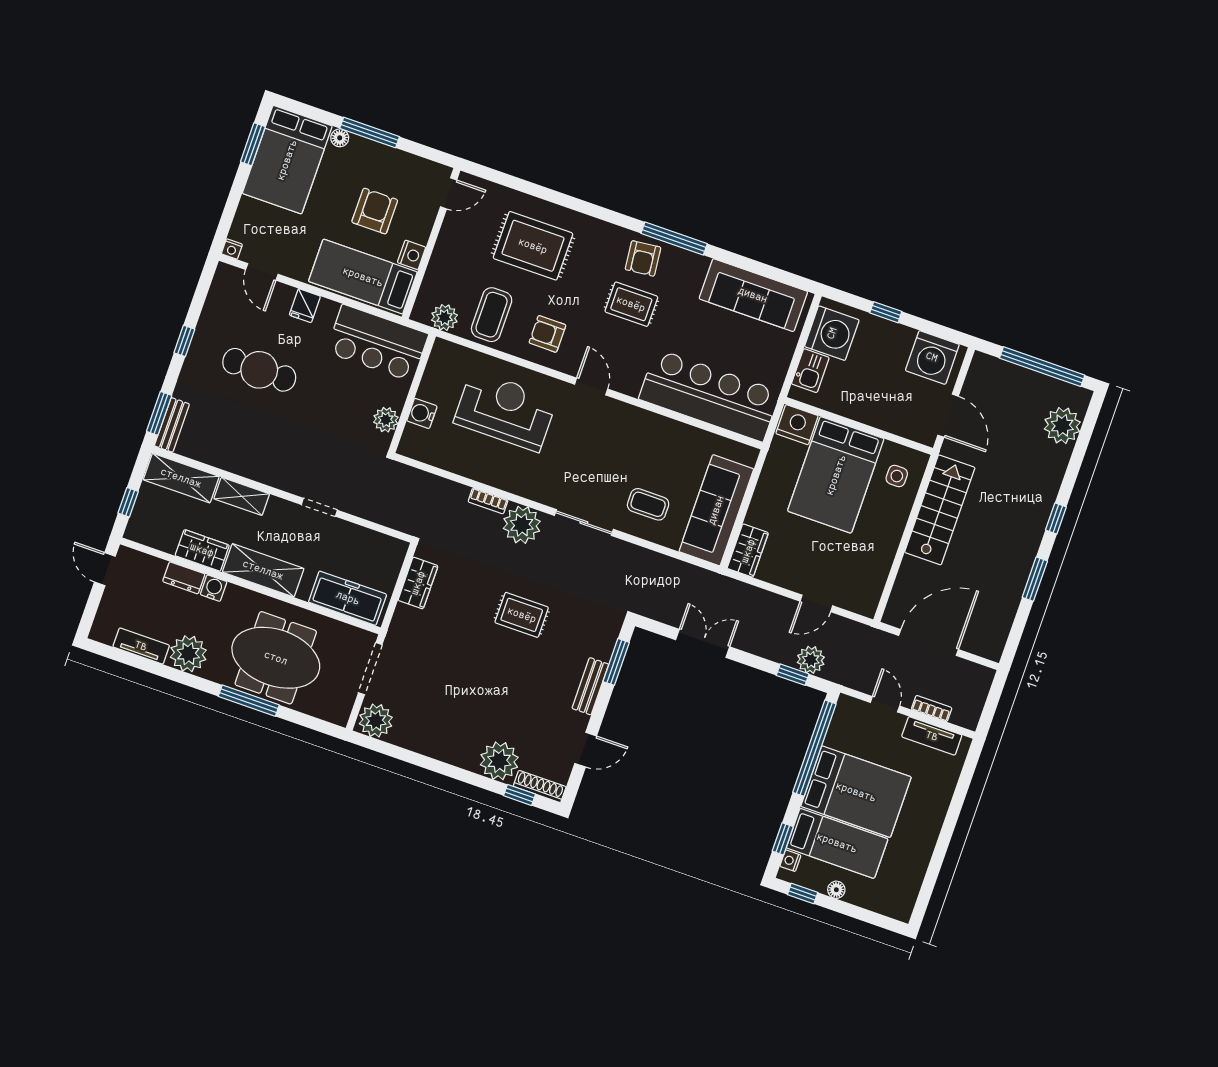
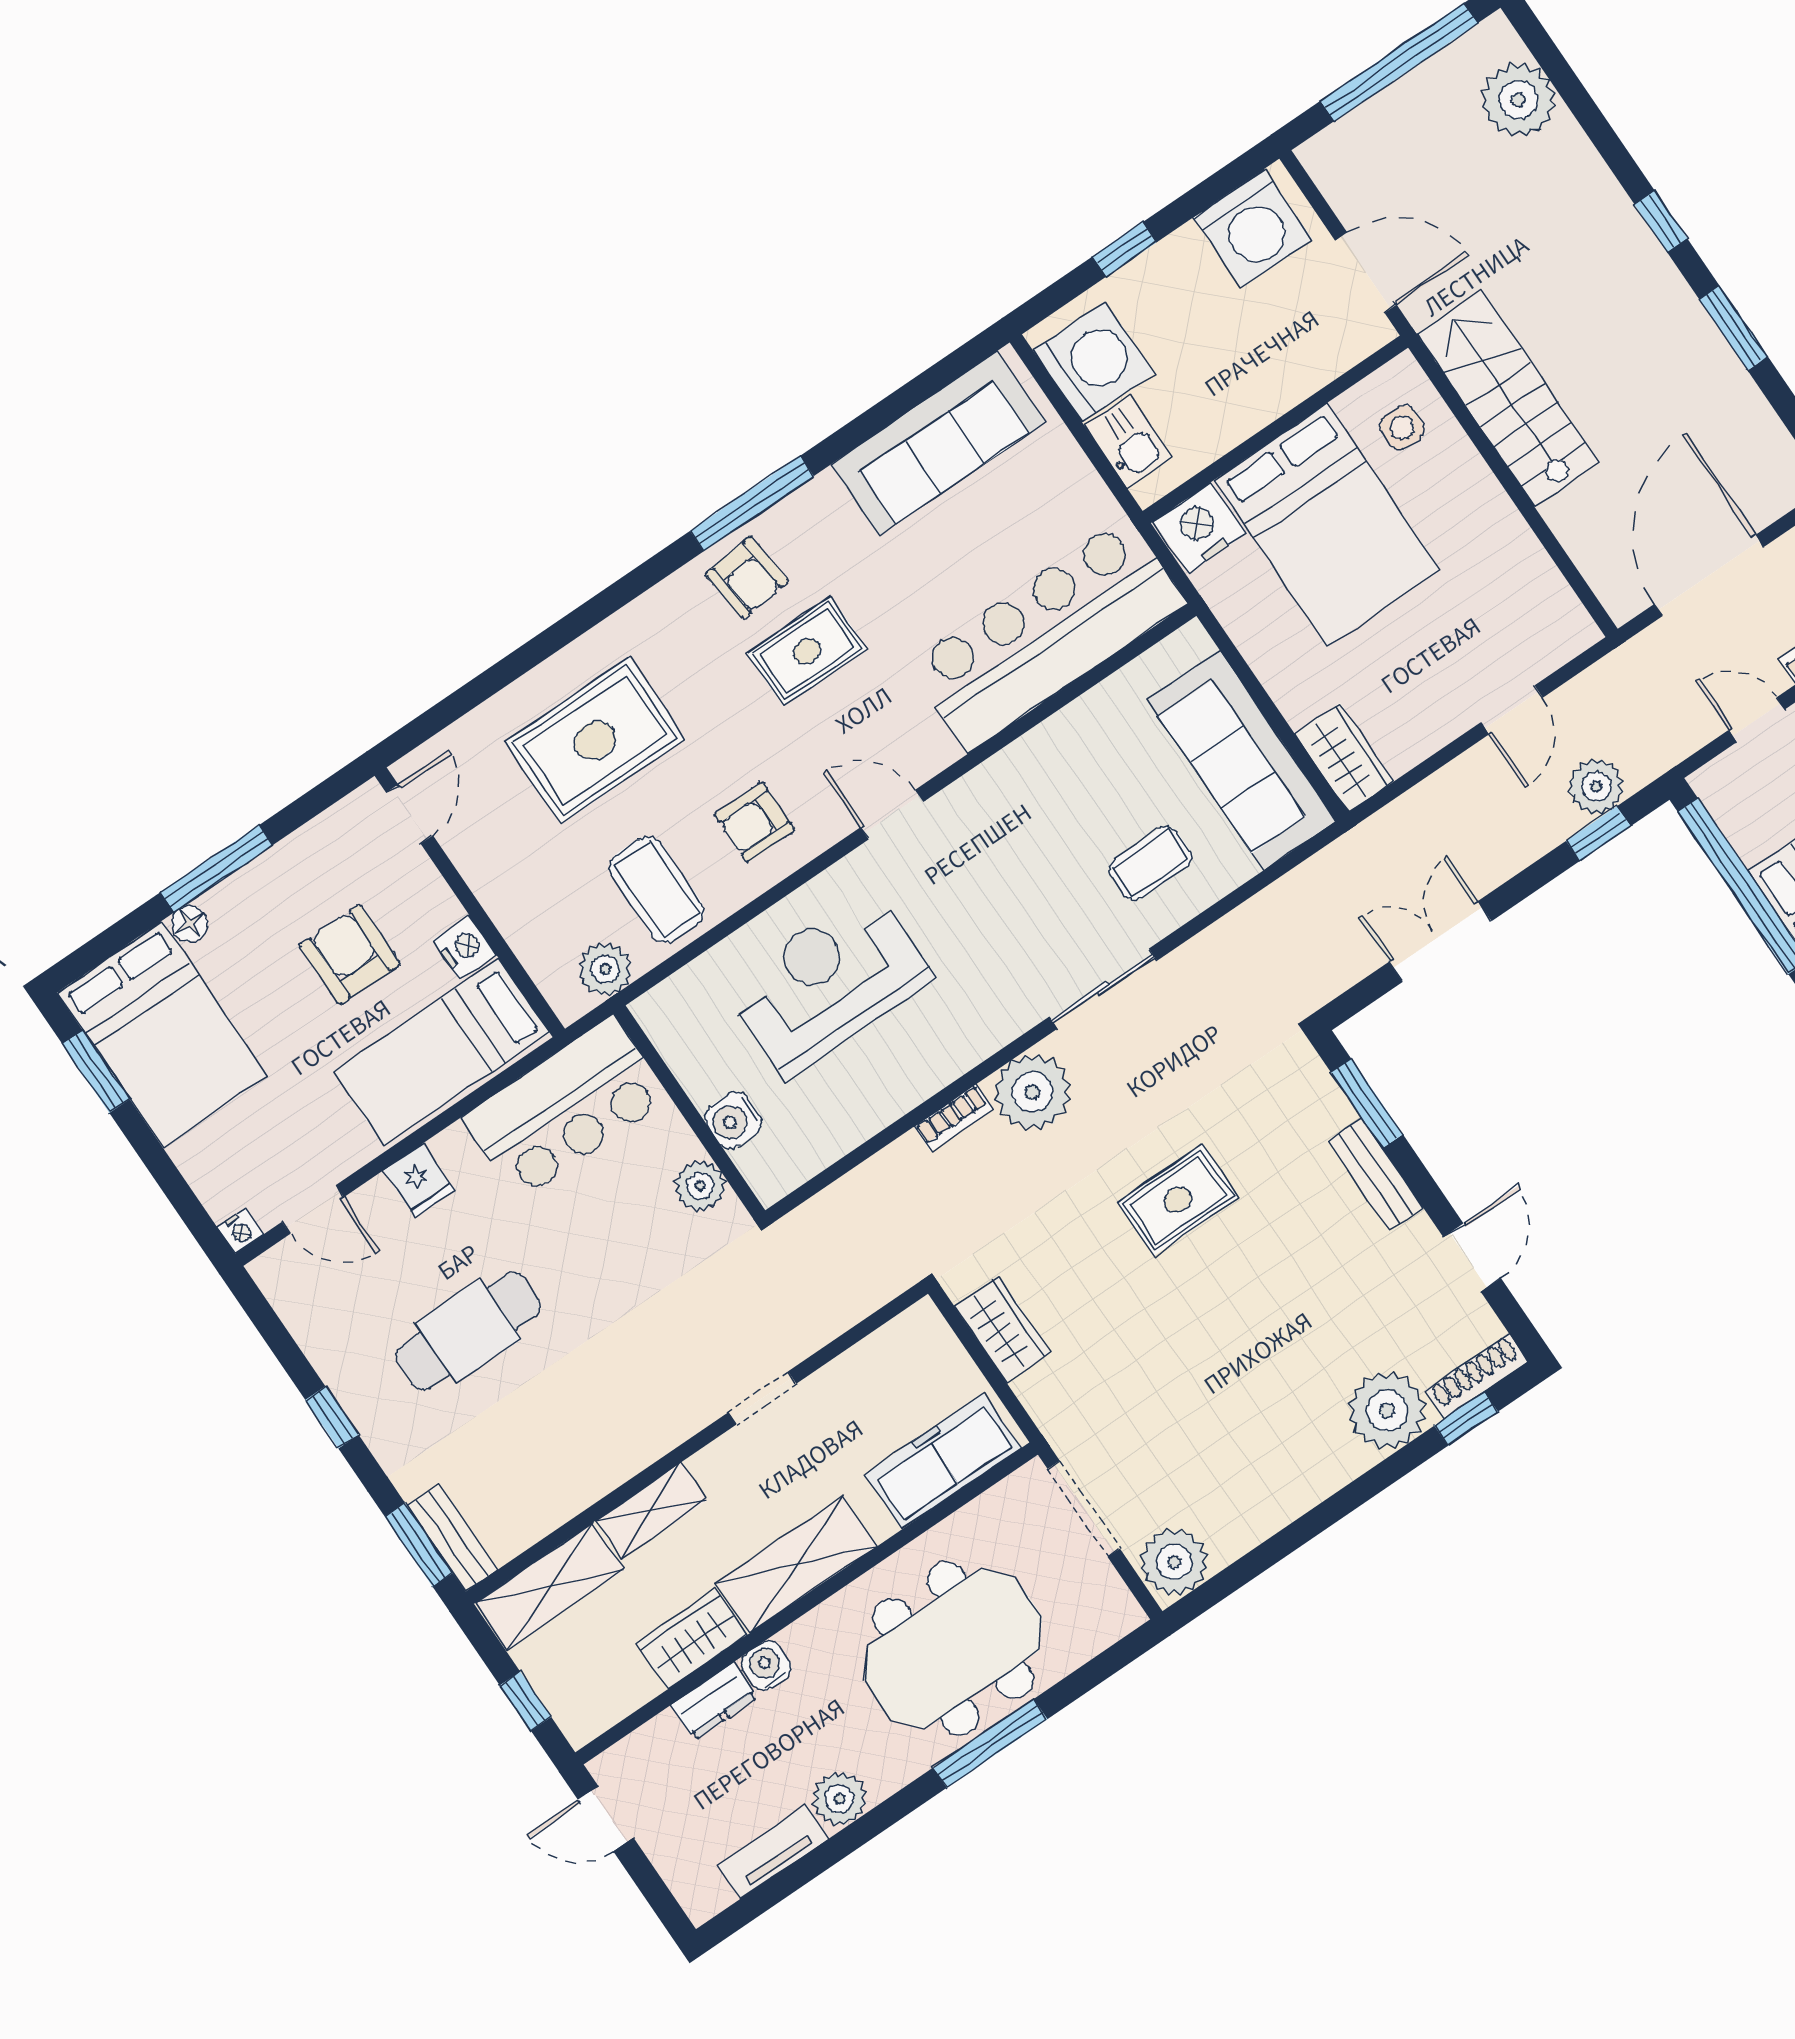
plant: (188, 654) -> (839, 1799), width x0.73, depth x0.73

